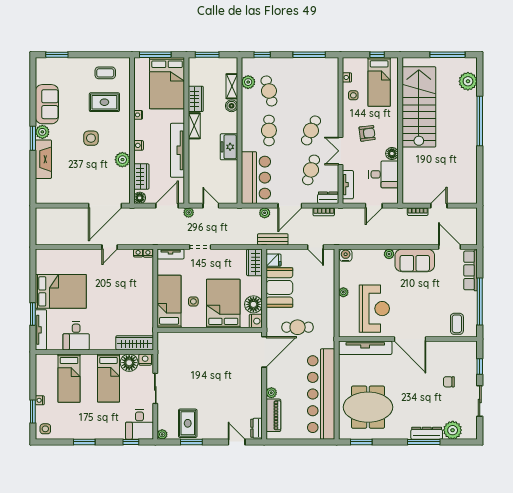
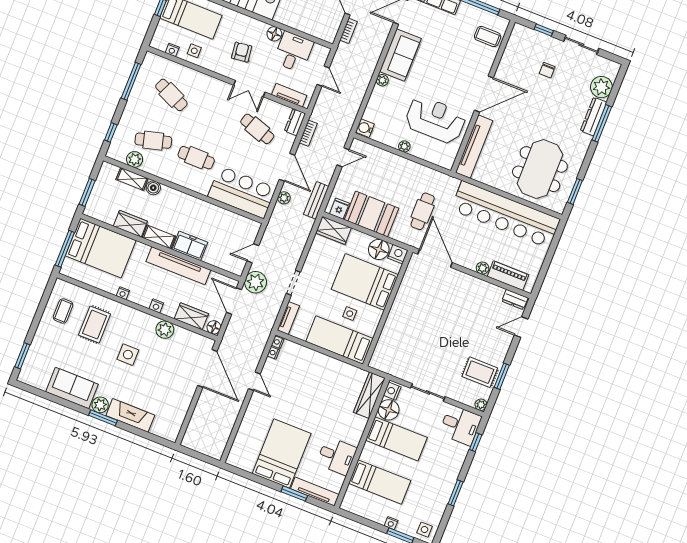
cafe table: (311, 130) -> (171, 95), moved
freezer: (229, 147) -> (190, 246), moved, turned 180
plant: (189, 212) -> (256, 282), width x1.87, depth x1.87

